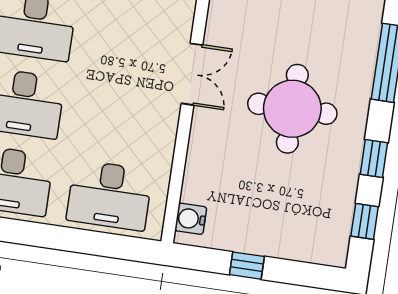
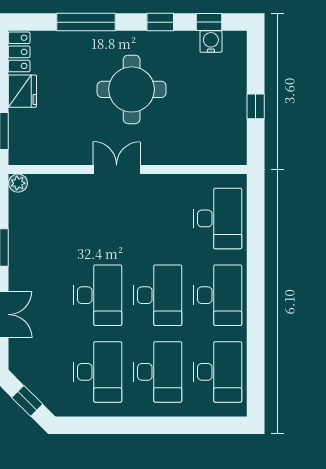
water cooler: (191, 219) -> (211, 42), moved, turned 180

